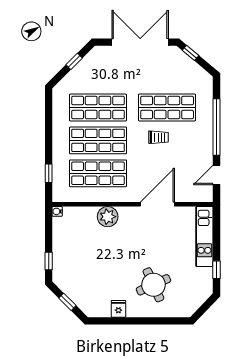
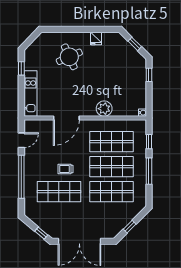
window: (49, 134) -> (149, 171), added

